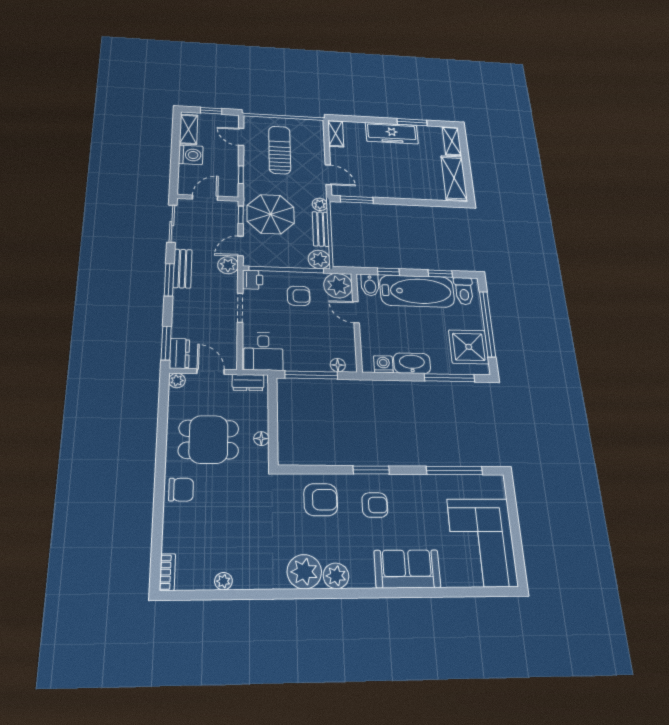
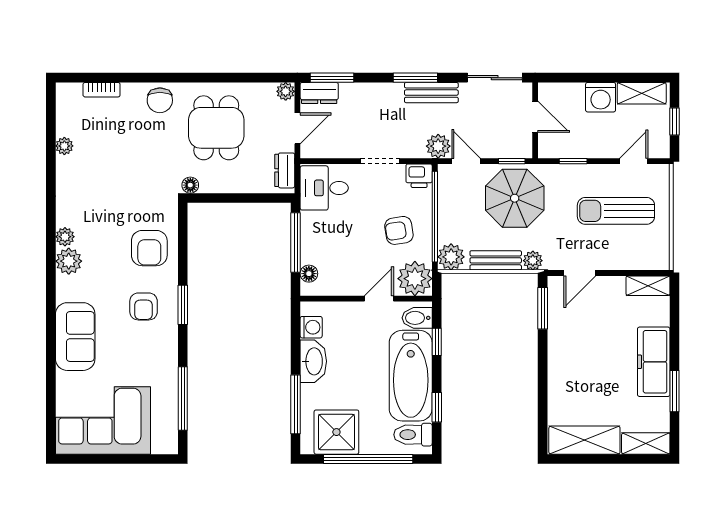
sun lounger: (280, 150) -> (616, 211), turned 180
armchair: (299, 296) -> (399, 230), turned 81
floor lamp: (261, 439) -> (190, 185), moved
bookcase: (167, 572) -> (102, 90), moved
plant: (304, 572) -> (65, 237), width x0.53, depth x0.53

